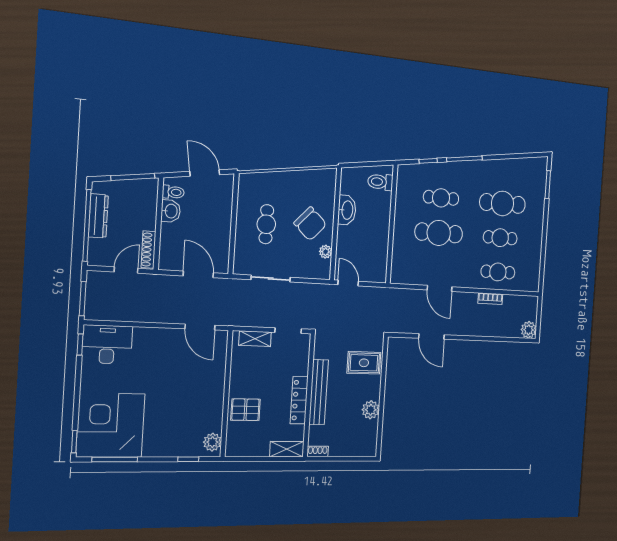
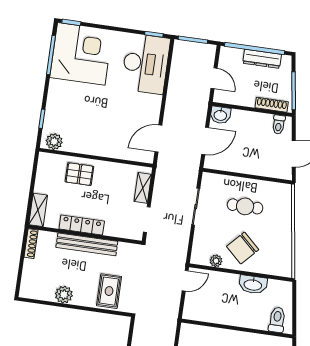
washbasin: (171, 211) -> (220, 115), moved
shoe rack: (148, 250) -> (272, 105), moved
desk: (107, 344) -> (146, 64), width x1.36, depth x1.30
pallet: (246, 410) -> (79, 174), turned 90
shoe rack: (318, 452) -> (31, 244), width x1.43

